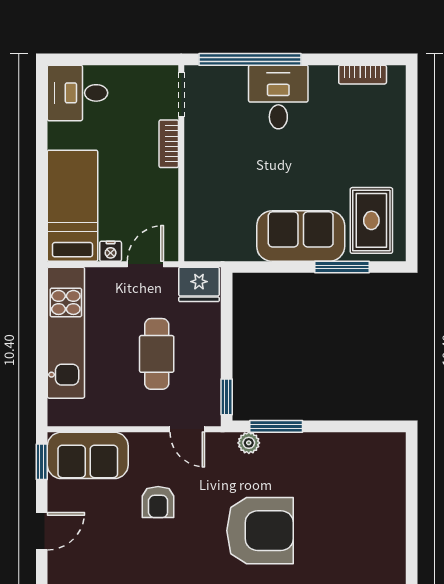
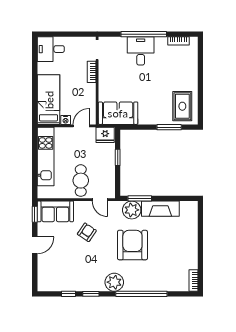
window: (250, 59) -> (144, 34), moved
sofa: (301, 236) -> (118, 113), moved
cafe table: (157, 354) -> (81, 181), moved
window: (227, 397) -> (118, 157), moved
plant: (249, 443) -> (132, 210), width x1.88, depth x1.88
fireplace: (322, 449) -> (160, 209), added
armchair: (158, 502) -> (87, 232), turned -146
armchair: (260, 531) -> (132, 245), turned -90

